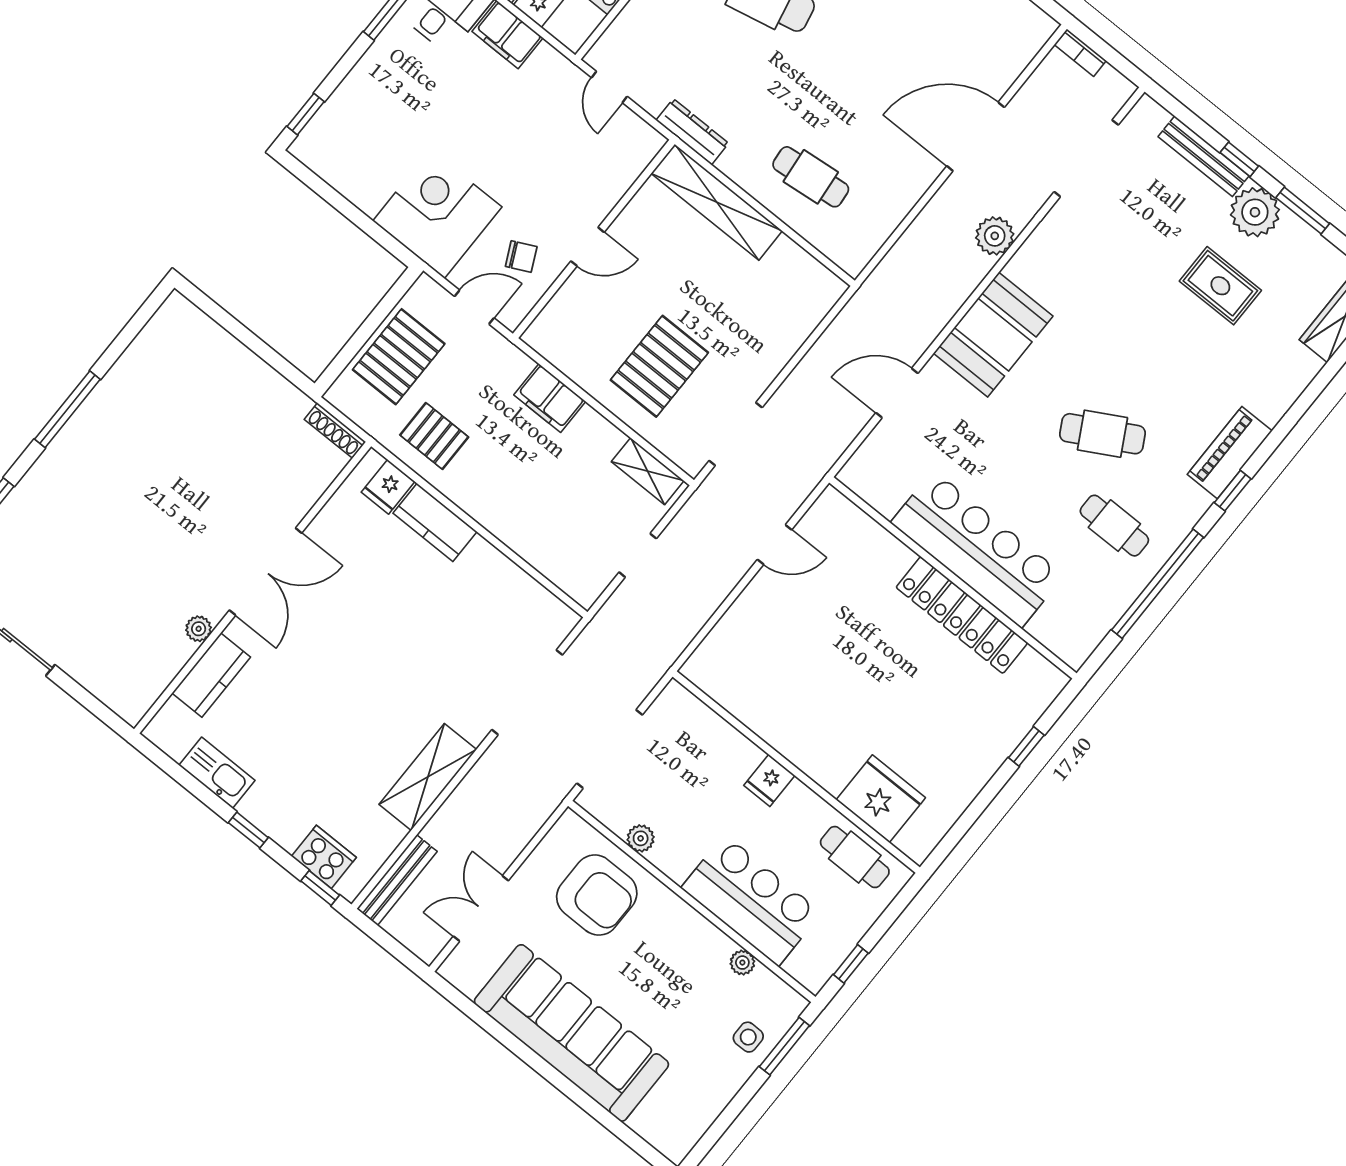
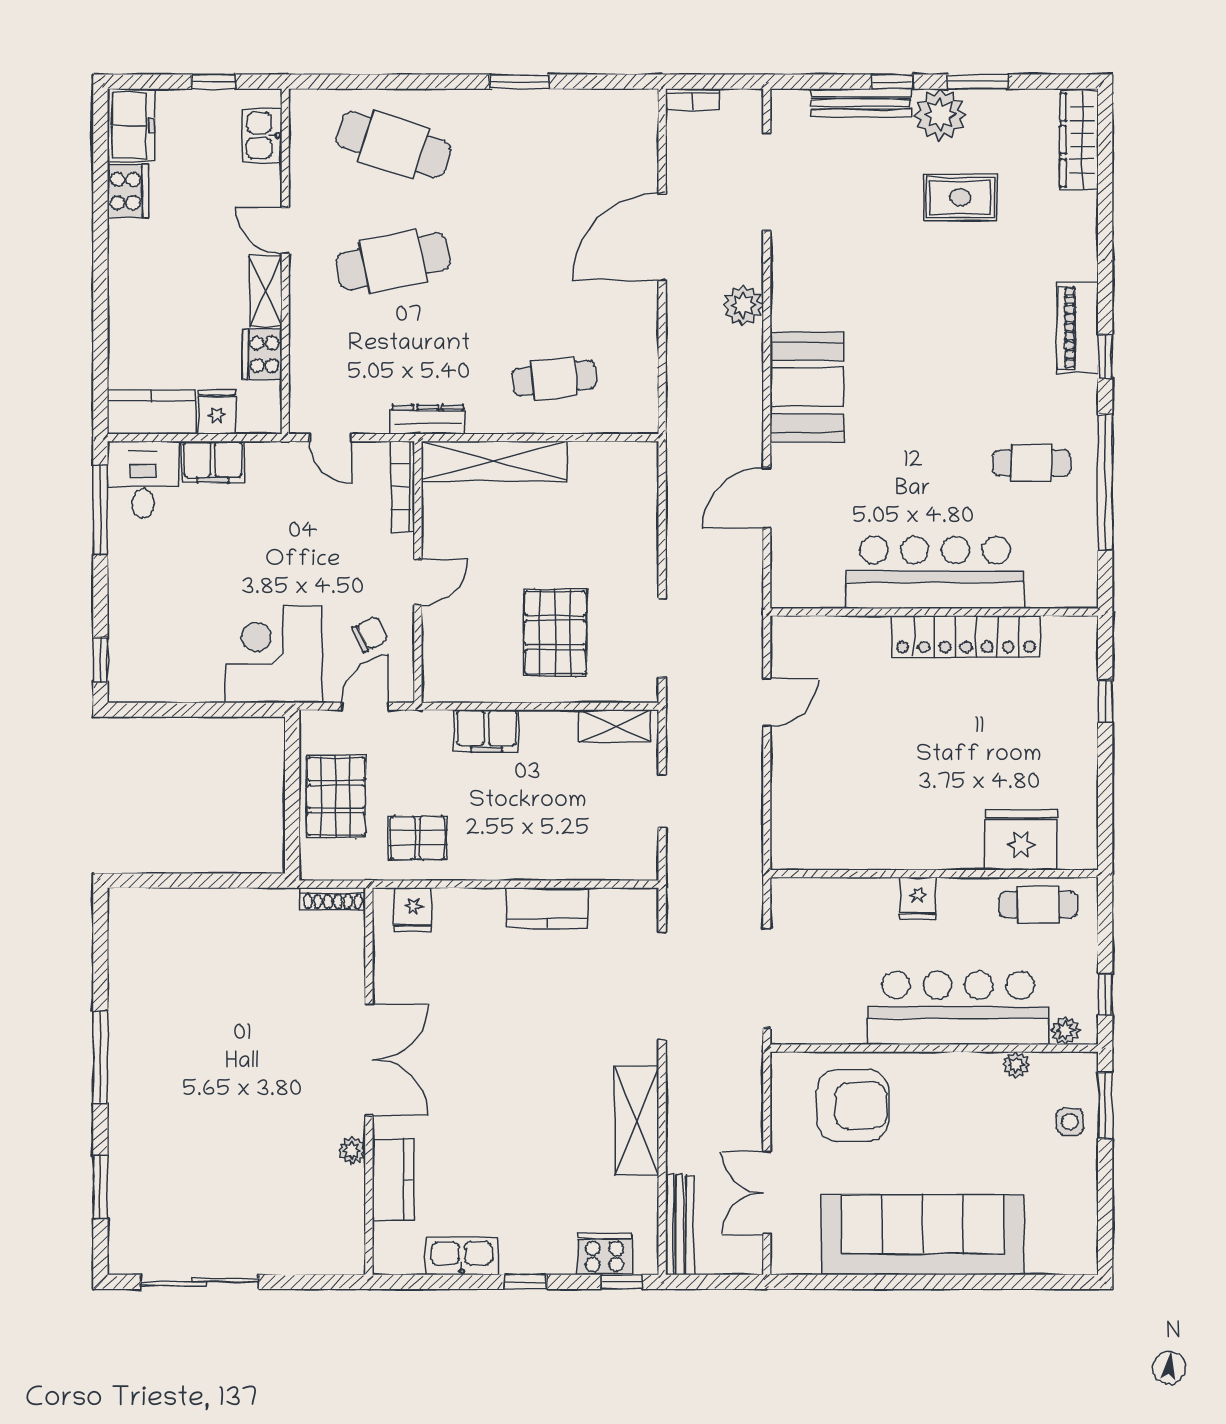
bookcase: (634, 167) -> (403, 486), added
cafe table: (1102, 434) -> (961, 396), removed
kitchen counter: (435, 522) -> (547, 908), moved
plant: (641, 838) -> (1065, 1030), moved
bar counter: (751, 900) -> (958, 1008), width x1.36

